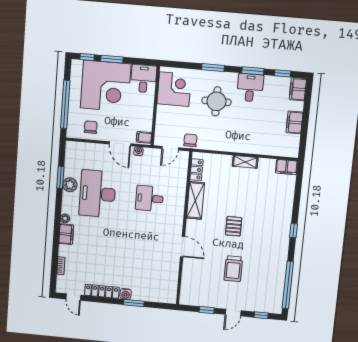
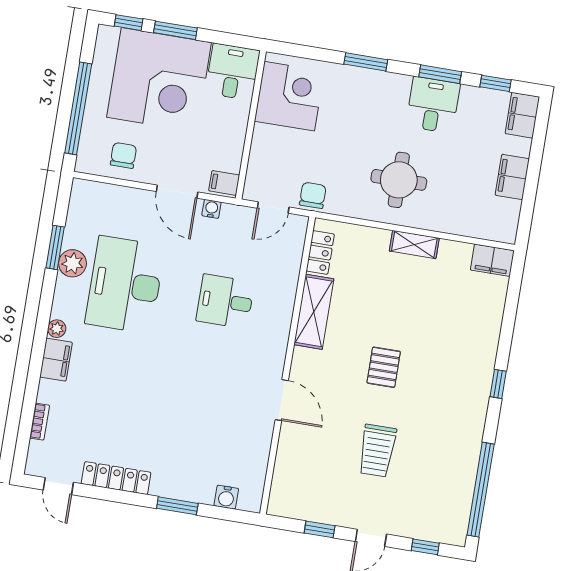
round table: (216, 101) -> (399, 180), moved
water cooler: (126, 294) -> (226, 497), moved

